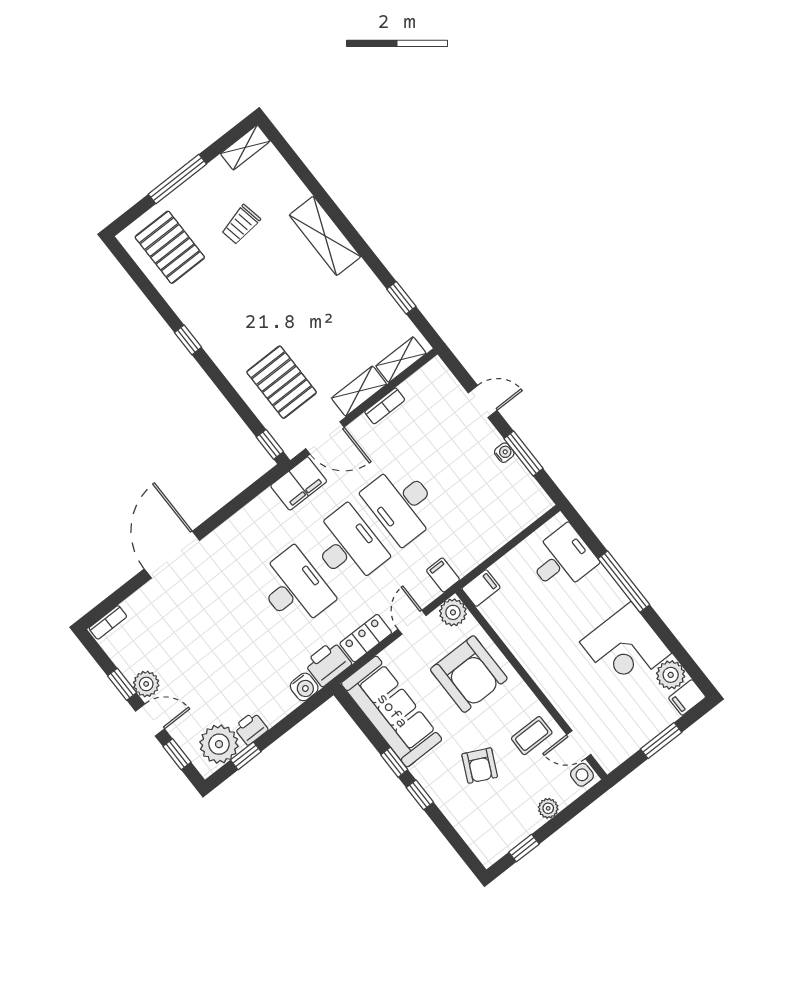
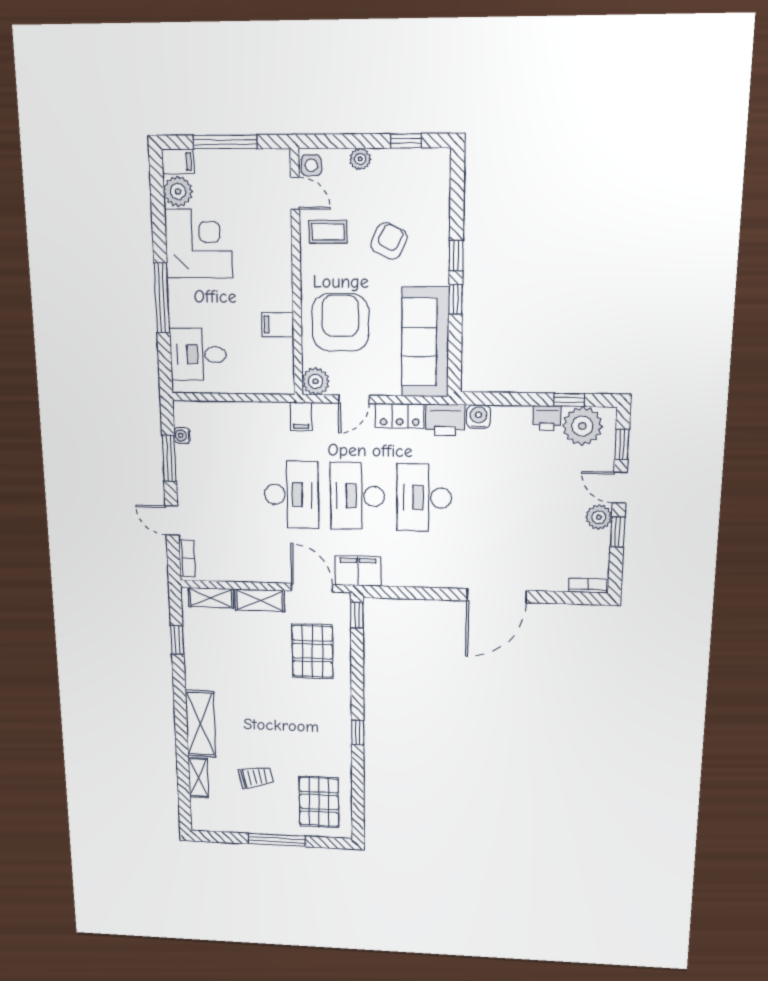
shelving: (245, 147) -> (198, 778), moved, turned 90
bookcase: (385, 406) -> (187, 558), moved, turned 90
water cooler: (504, 453) -> (182, 435), moved
filing cabinet: (481, 588) -> (278, 325), moved
window: (661, 741) -> (225, 142), width x1.44

